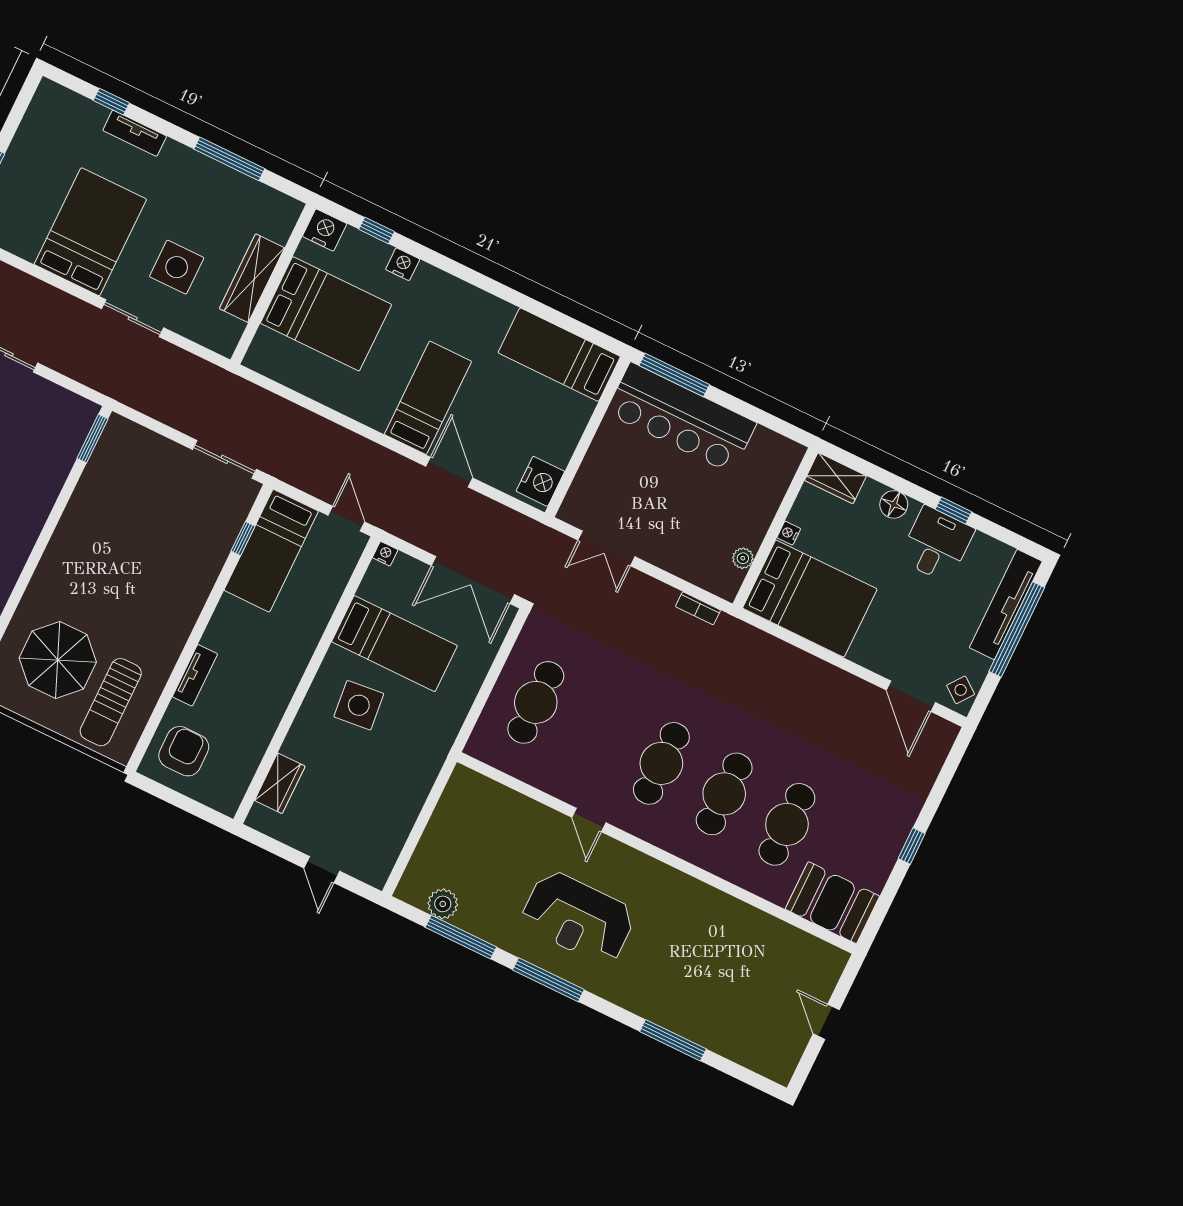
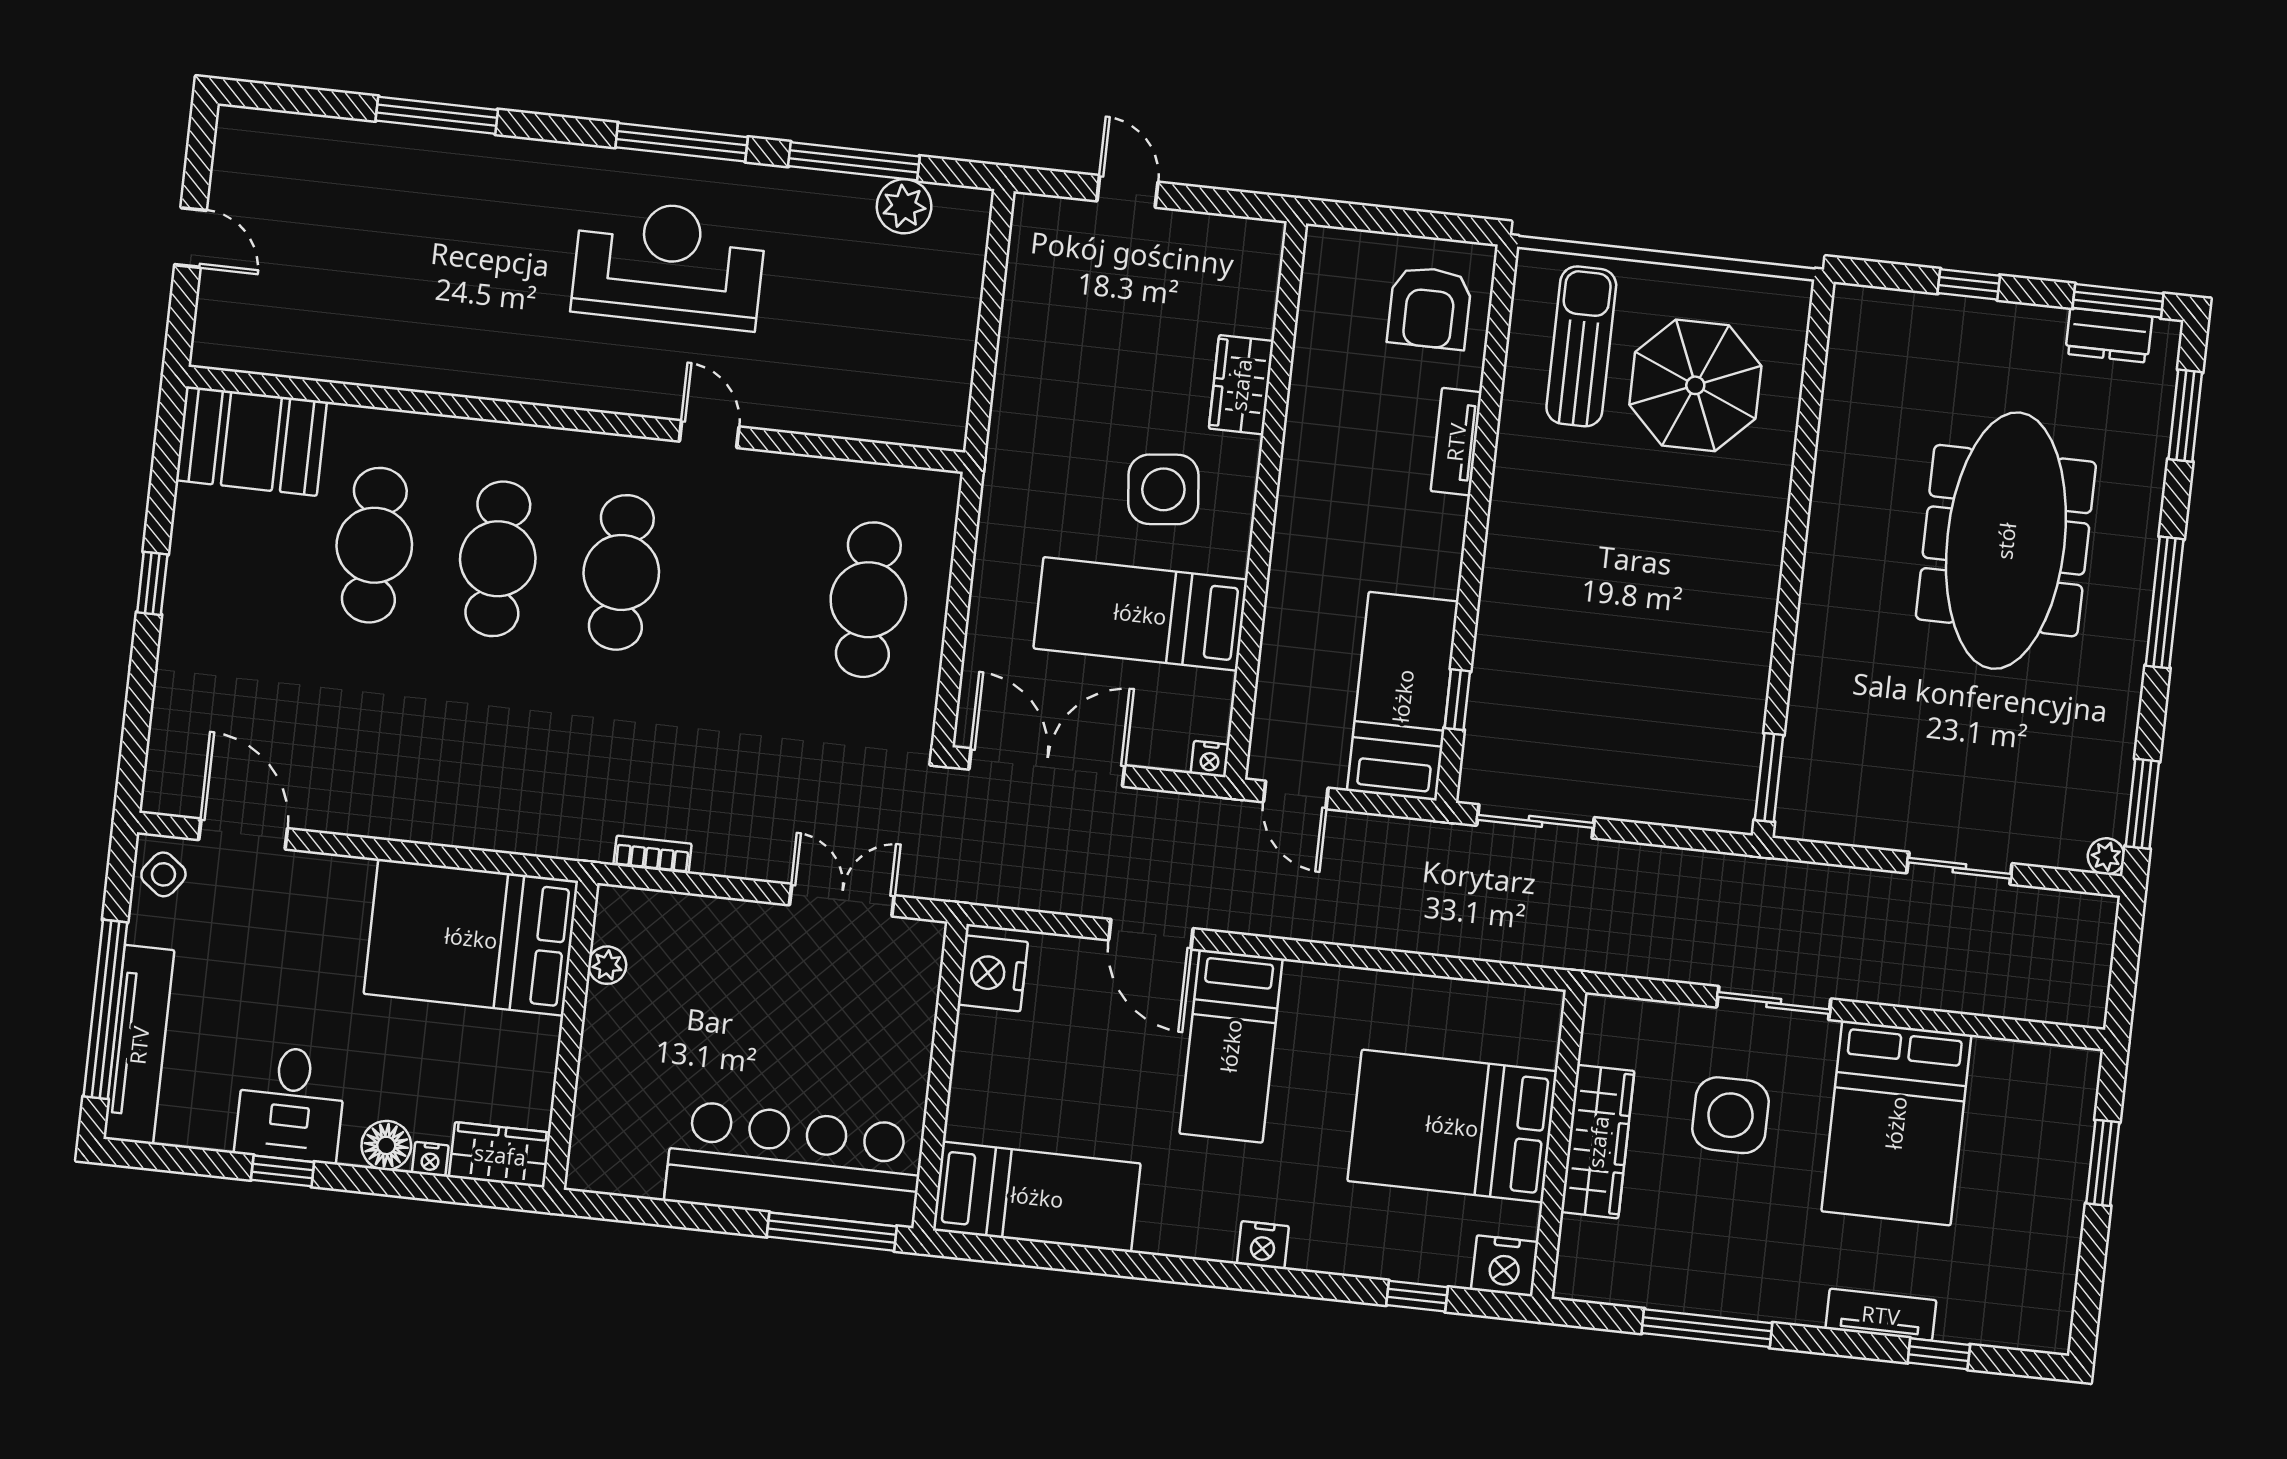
nightstand: (403, 264) -> (1263, 1245), moved
nightstand: (789, 533) -> (430, 1159), moved, turned 90
wardrobe: (280, 783) -> (1241, 385), moved

